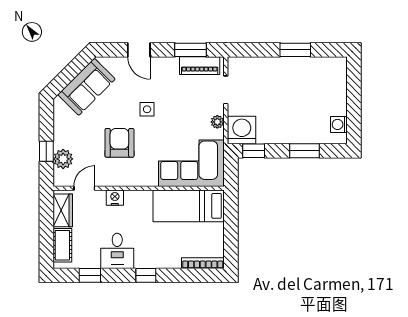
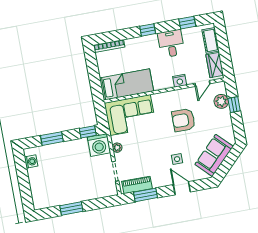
side table: (147, 109) -> (177, 159), moved
armchair: (119, 143) -> (184, 120), turned 90

